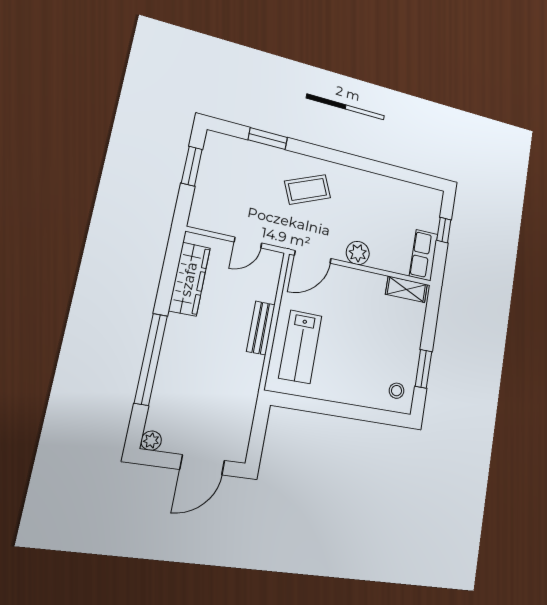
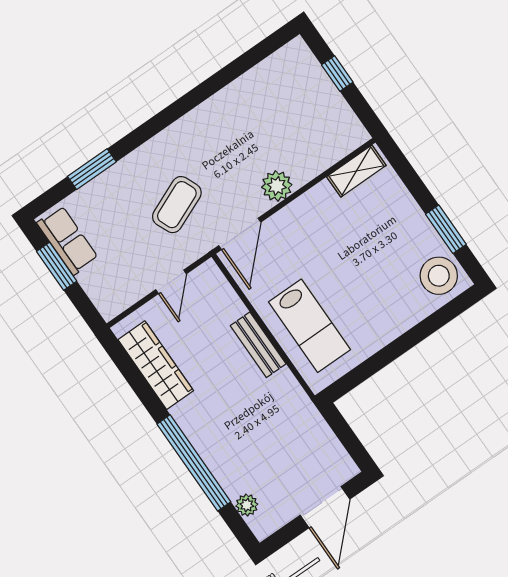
coffee table: (308, 189) -> (177, 205), moved
row of seats: (423, 255) -> (68, 240), moved, turned 180
stool: (397, 391) -> (439, 276), width x1.89, depth x1.89
plant: (151, 441) -> (247, 505), moved

